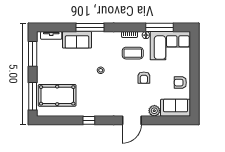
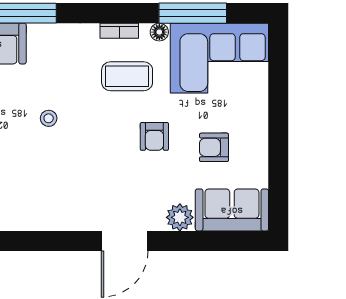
armchair: (180, 83) -> (214, 147), moved
window: (89, 120) -> (20, 241), removed

